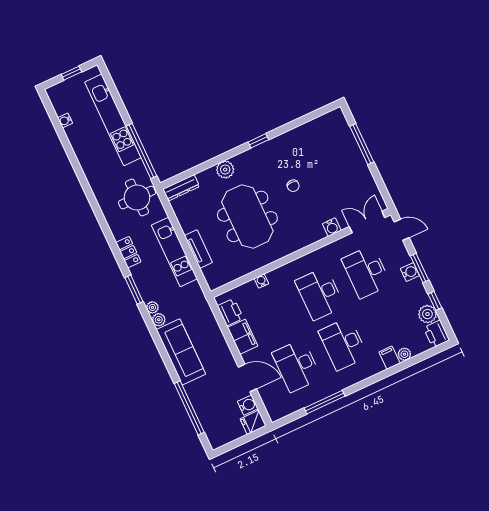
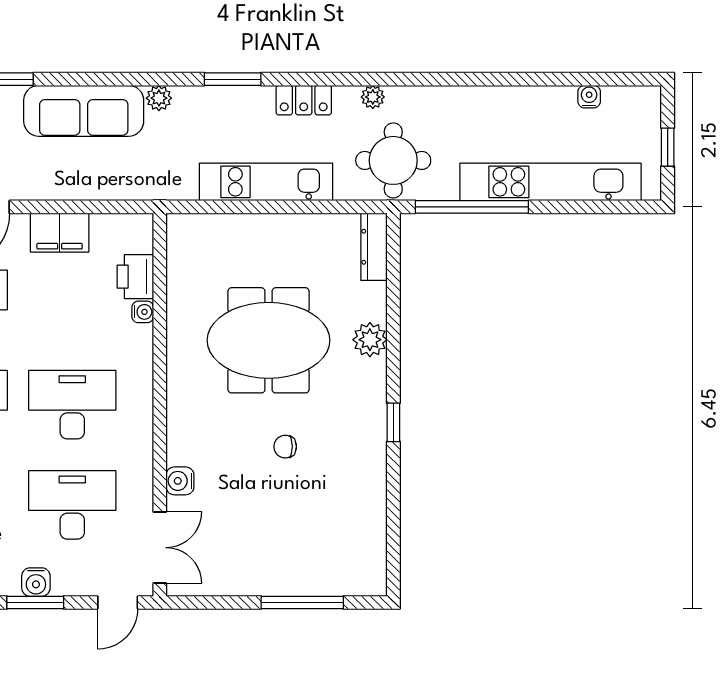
tv unit: (198, 249) -> (251, 227), removed
plant: (152, 307) -> (373, 97), moved
printer: (230, 312) -> (135, 277), moved, turned 90

